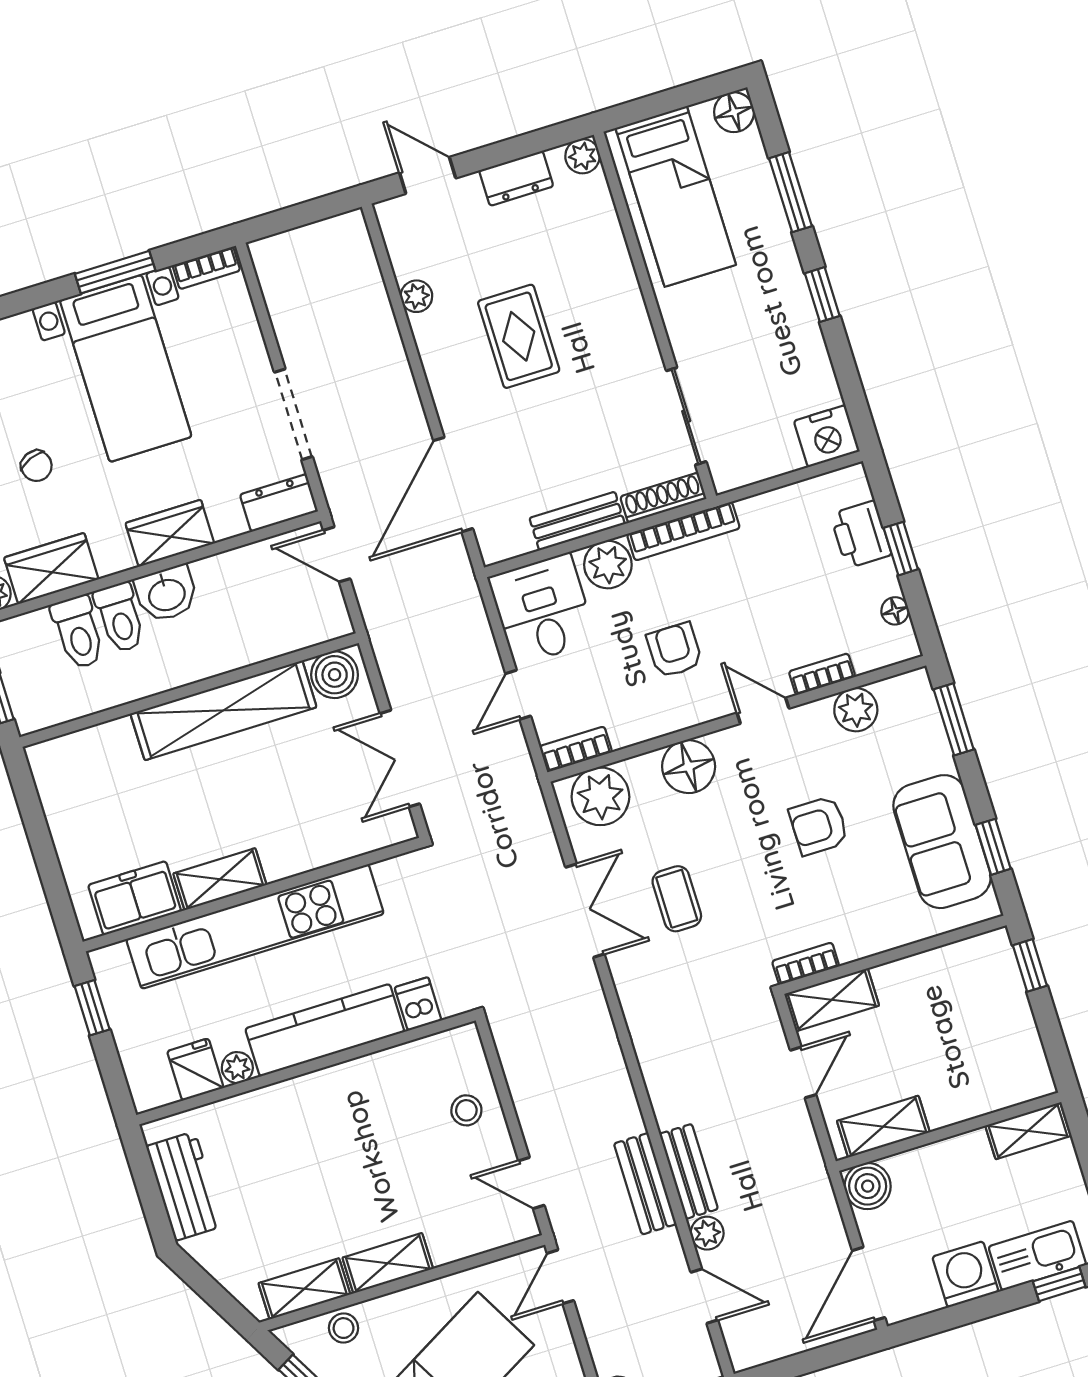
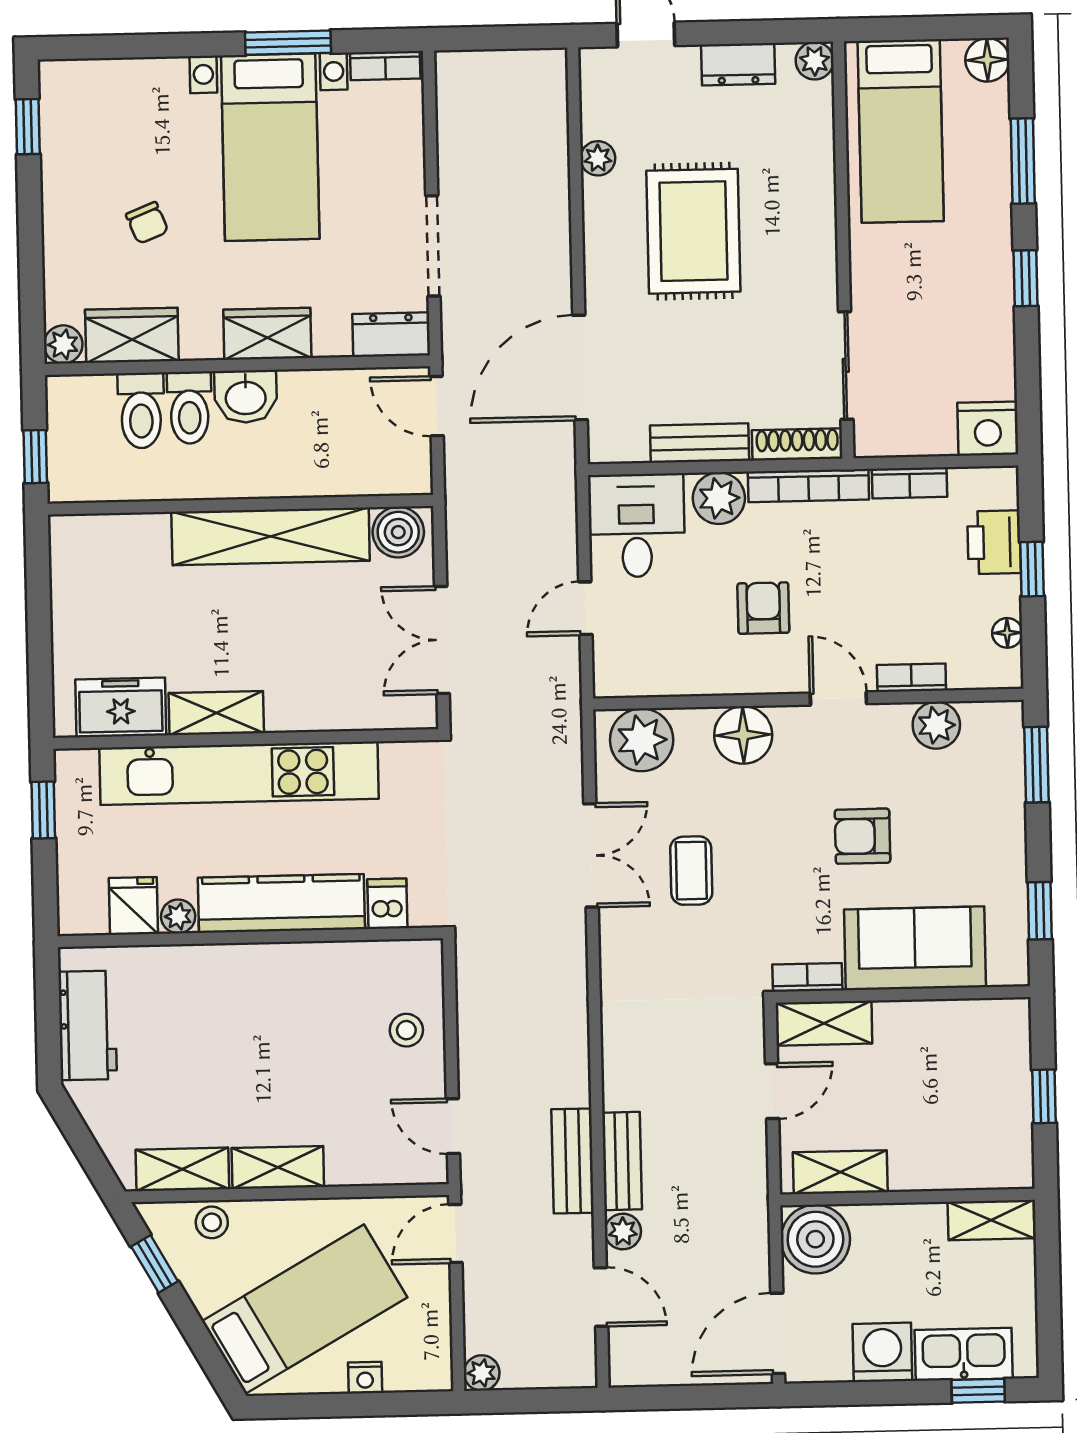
rug: (519, 336) -> (693, 231), width x1.36, depth x1.43
bookcase: (576, 749) -> (910, 483), moved, turned 180
sofa: (942, 842) -> (915, 948), moved, turned 90
window: (1030, 965) -> (1044, 1096), moved
boiler: (868, 1186) -> (815, 1239), width x1.37, depth x1.37

